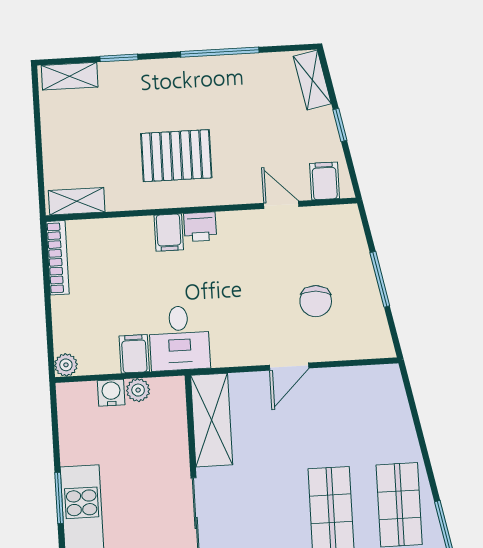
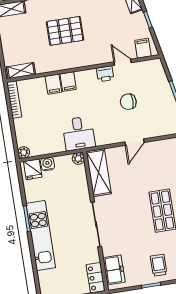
pallet: (176, 156) -> (65, 31), moved
printer: (200, 227) -> (105, 74), moved
chair: (316, 301) -> (128, 102), moved, turned 86
filing cabinet: (134, 354) -> (53, 84), moved, turned 180
plant: (138, 390) -> (78, 159), moved
fridge: (80, 400) -> (33, 169), added

